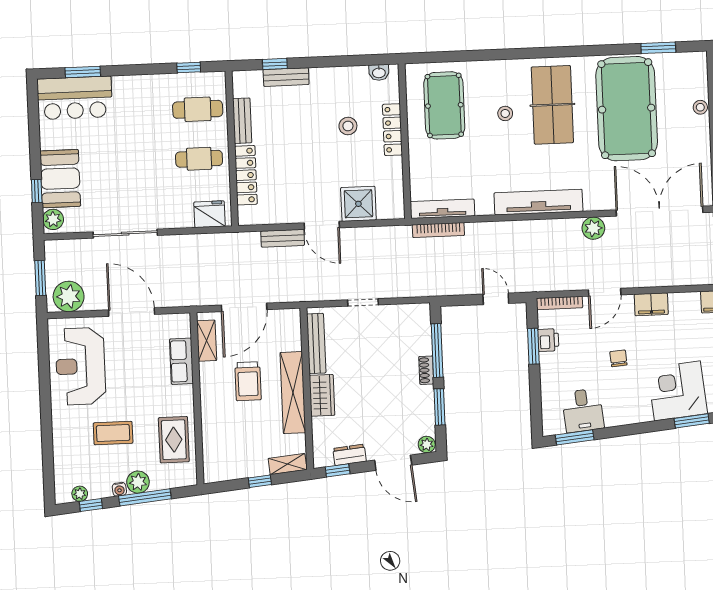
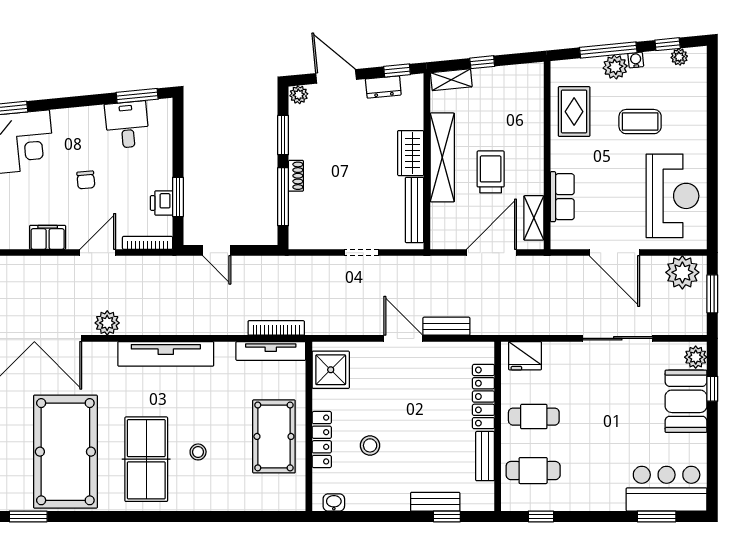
pool table: (444, 105) -> (274, 436), moved
shower: (358, 204) -> (331, 370), moved

